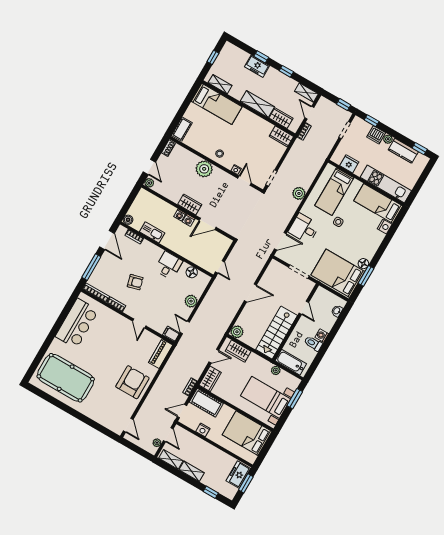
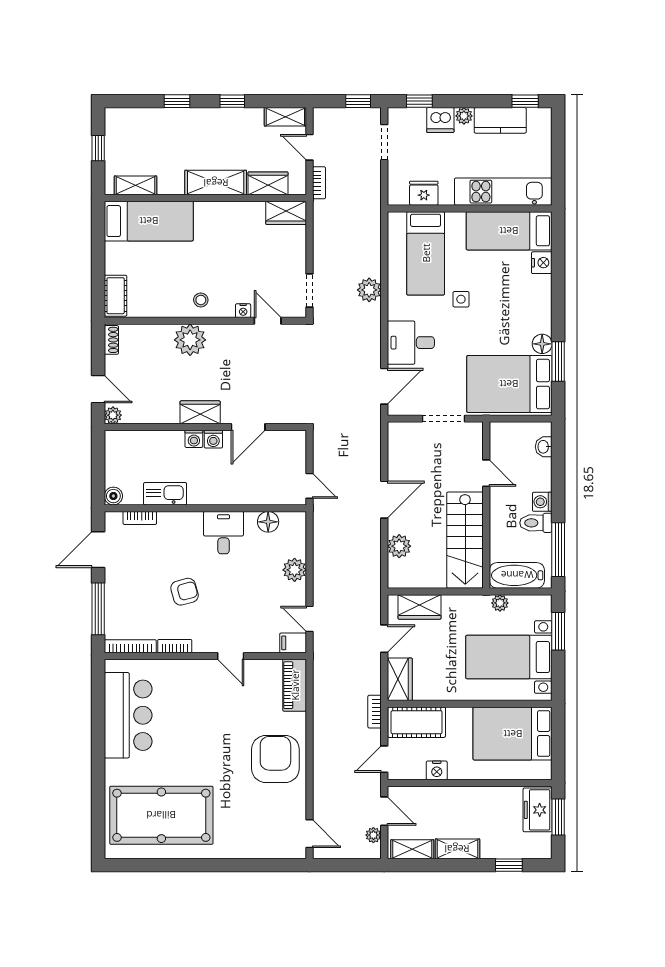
freezer: (257, 66) -> (179, 121), removed
door: (107, 240) -> (98, 550), swing flipped
plant: (237, 332) -> (399, 546), moved
window: (316, 362) -> (558, 550), added

